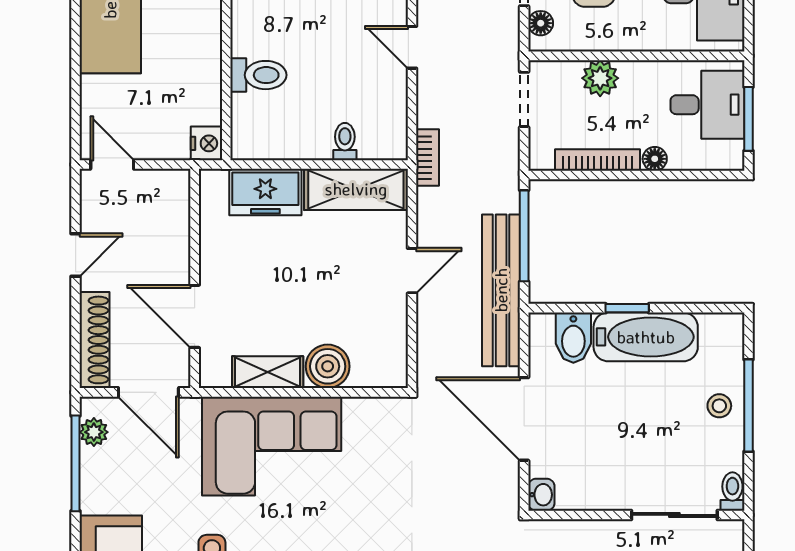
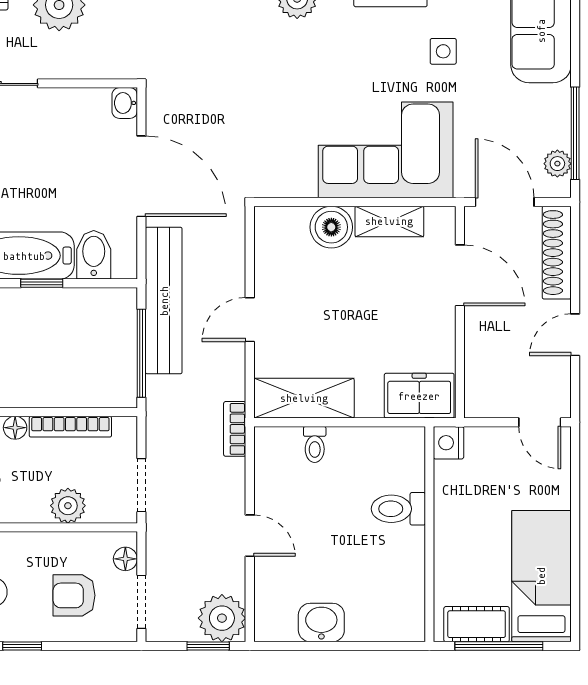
freezer: (265, 192) -> (419, 396), moved

